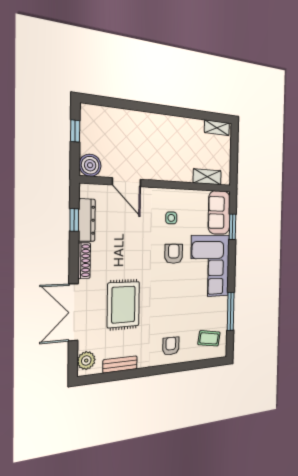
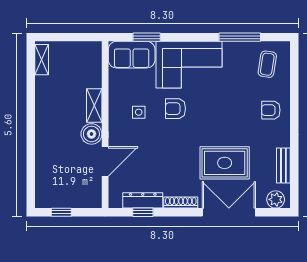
boiler: (90, 165) -> (91, 134), moved
shelving: (207, 177) -> (94, 105), moved
double door: (73, 312) -> (229, 212), swing flipped

